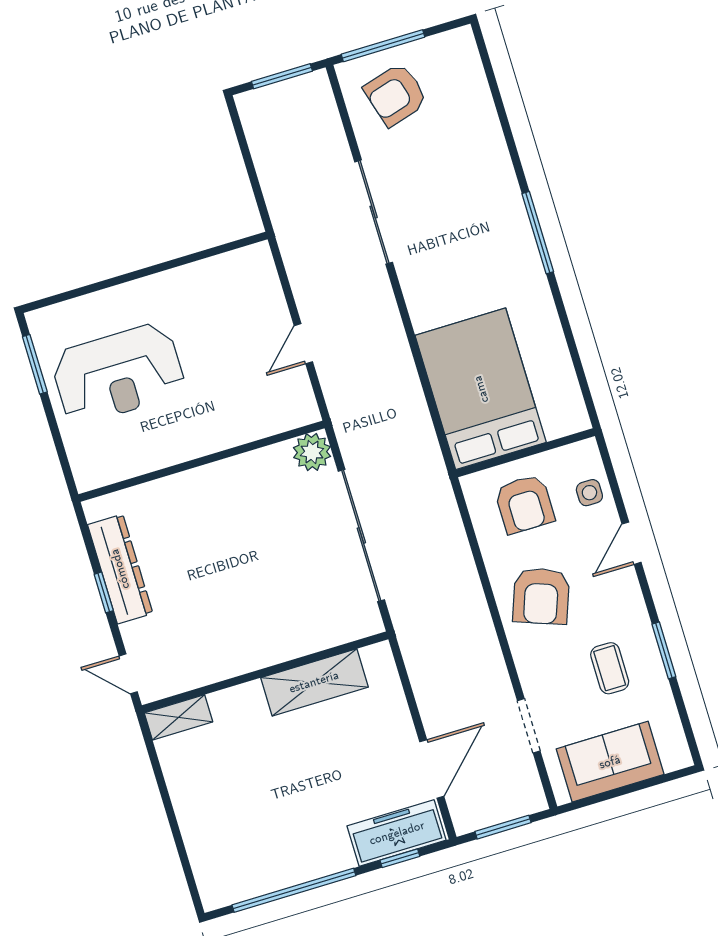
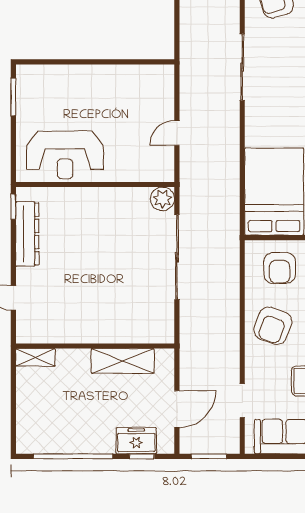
reception desk: (118, 374) -> (65, 155), moved
window: (104, 592) -> (13, 207), moved
wall: (265, 672) -> (95, 346), moved
shelving: (314, 682) -> (123, 361), moved
shelving: (178, 717) -> (35, 357), moved
freezer: (397, 833) -> (136, 441), width x0.71

